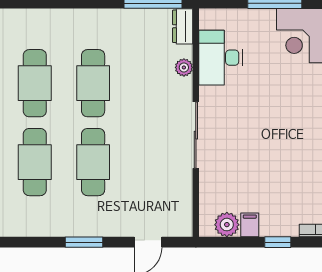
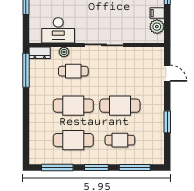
cafe table: (151, 83) -> (73, 71), added
cafe table: (35, 162) -> (120, 140), width x0.73, depth x0.74
window: (84, 242) -> (167, 122), moved

